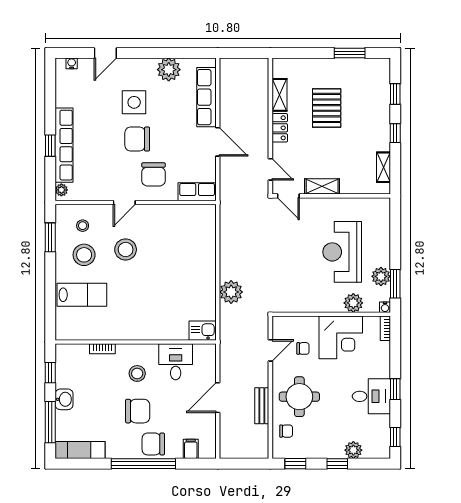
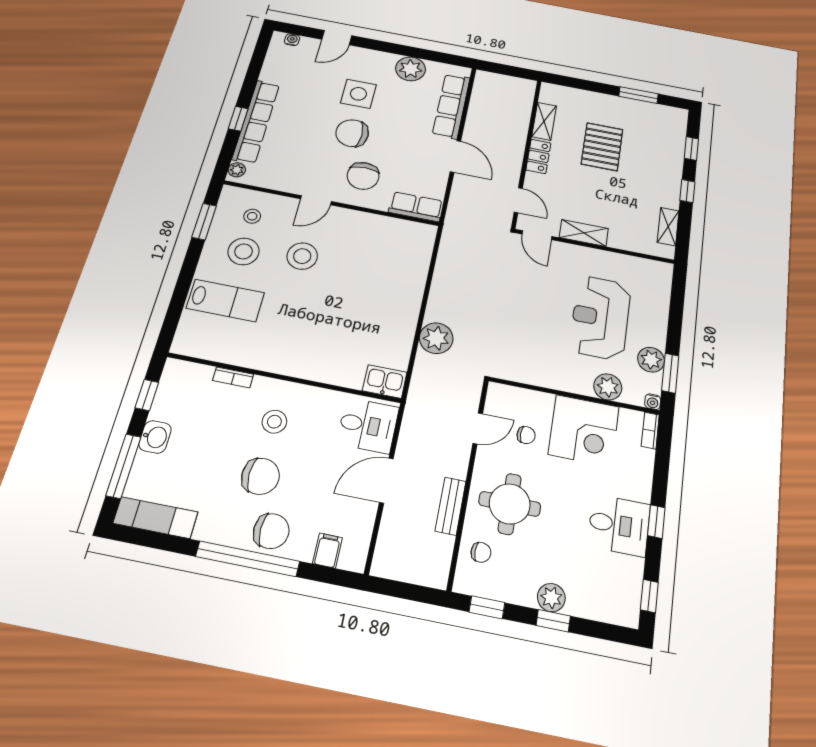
desk: (176, 362) -> (368, 425), moved, turned 90
chair: (153, 444) -> (271, 531), turned 180
plant: (353, 450) -> (551, 598), moved

